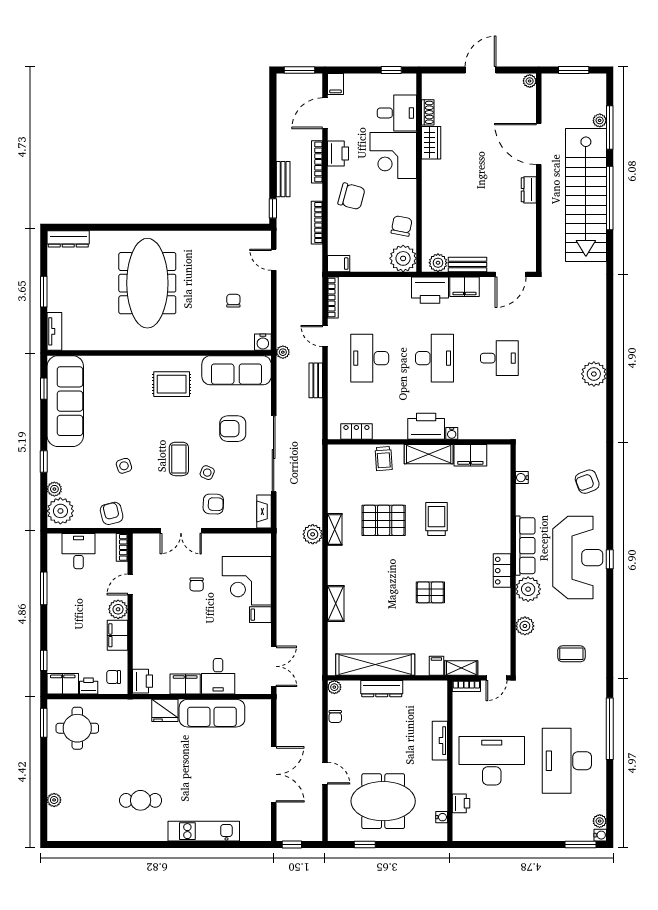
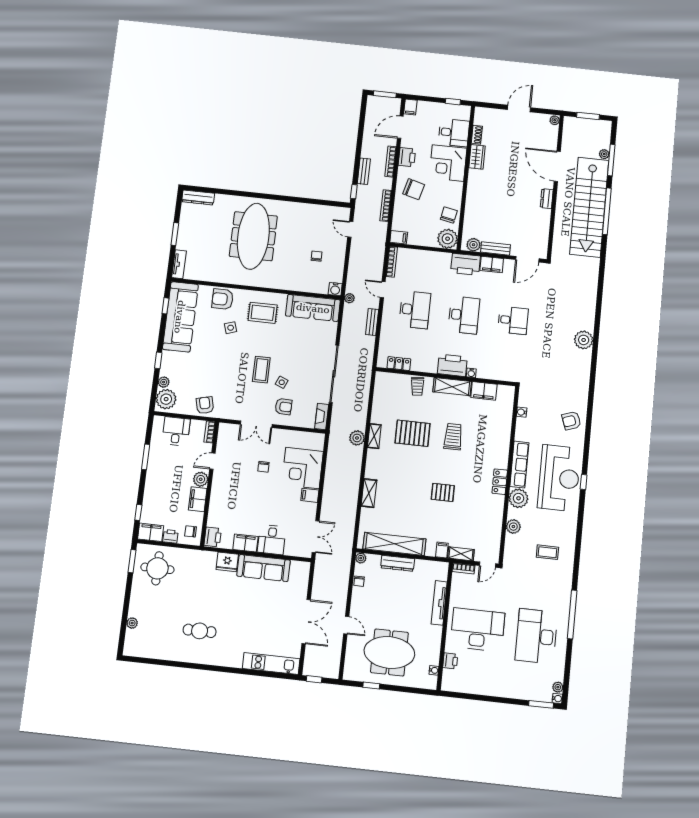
desk: (370, 358) -> (415, 310), turned 180
armchair: (233, 429) -> (223, 299), moved
side table: (124, 466) -> (231, 328), moved
tv unit: (440, 741) -> (439, 603), width x1.41
kitchen unit: (204, 831) -> (271, 664), moved

